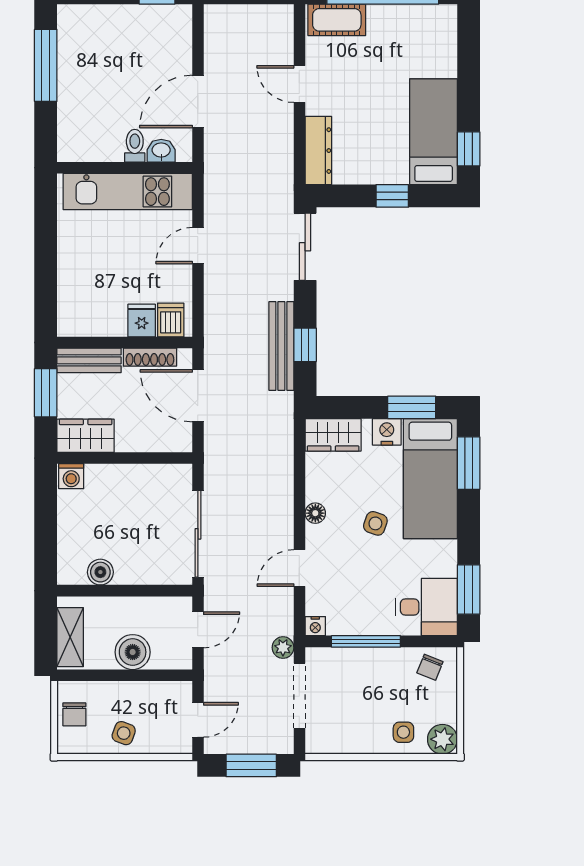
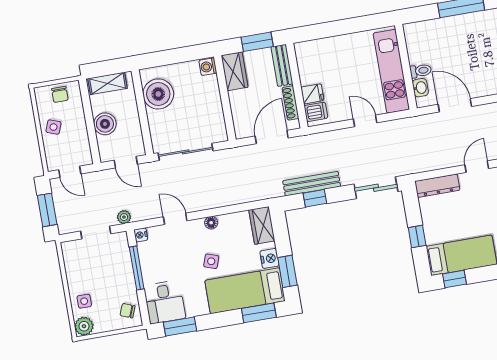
boiler: (100, 572) -> (158, 94), width x1.86, depth x1.86
doorway: (299, 696) -> (96, 232), width x0.73
chair: (74, 714) -> (60, 94), turned -90

